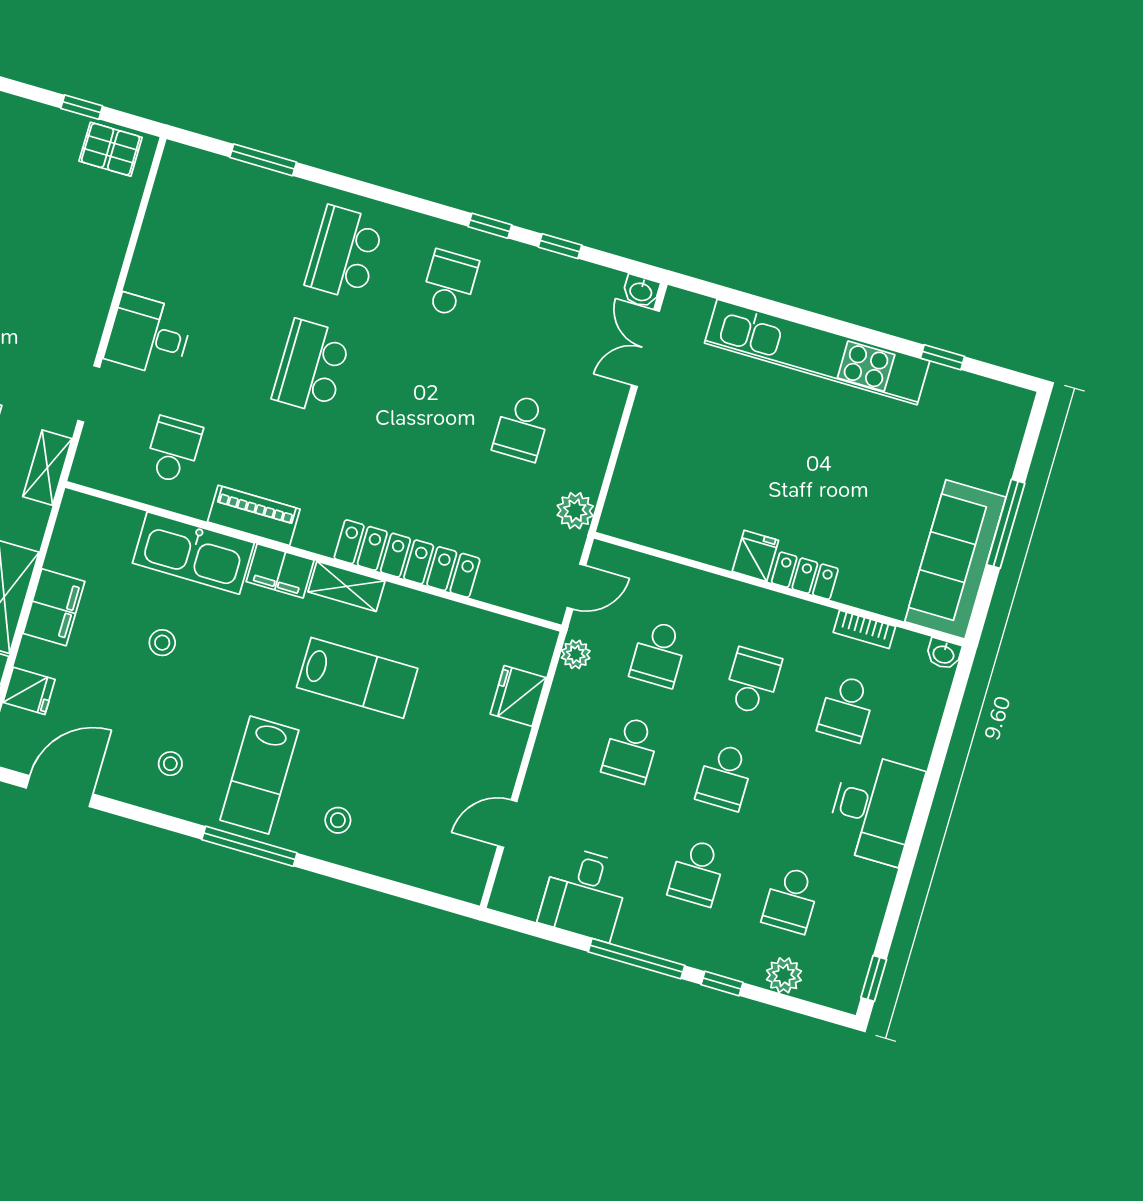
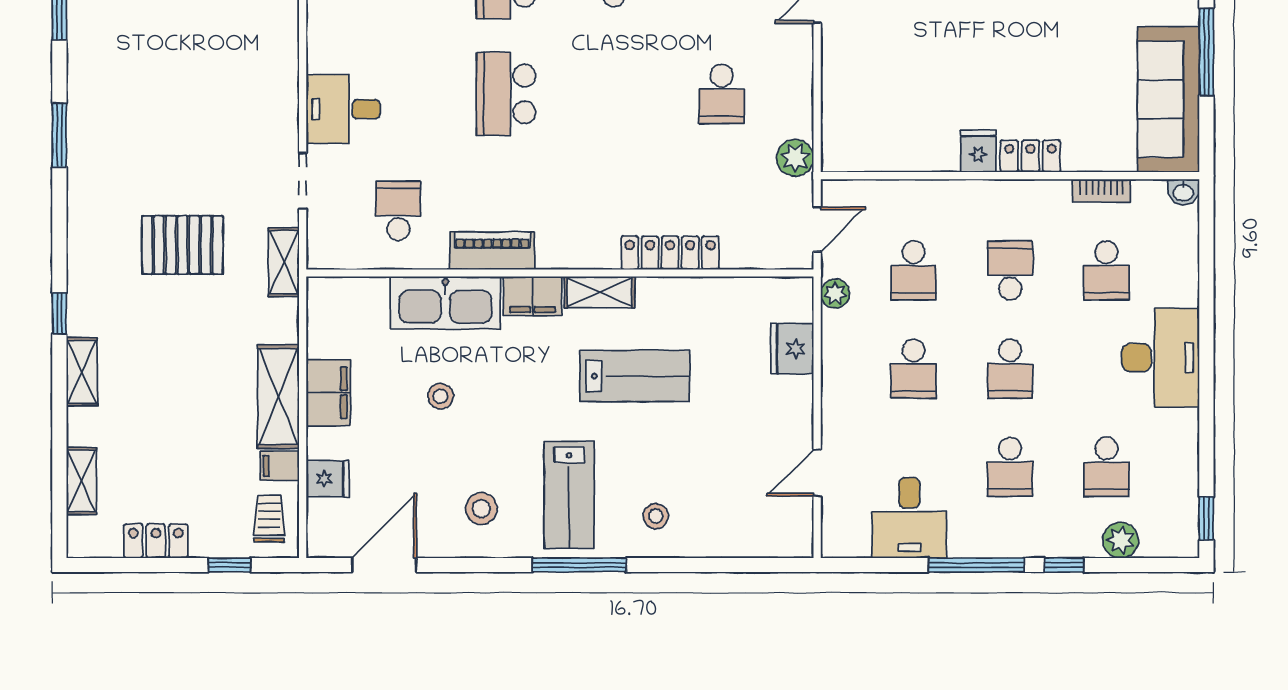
locker: (407, 559) -> (670, 253), width x0.71, depth x0.83
stool: (170, 764) -> (482, 509), width x1.37, depth x1.37

